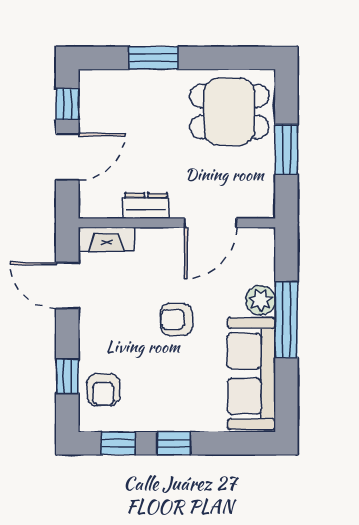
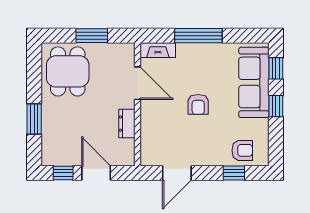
fireplace: (107, 239) -> (158, 50), moved, turned 90
plant: (261, 300) -> (186, 52), removed
sofa: (251, 374) -> (254, 82), moved, turned 90
window: (118, 443) -> (276, 68), moved

